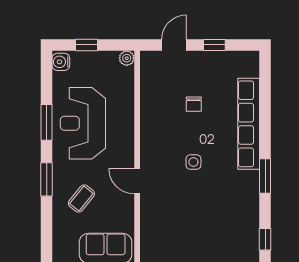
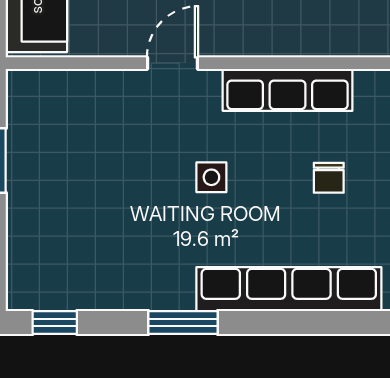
chair: (194, 104) -> (329, 178), turned -90
row of seats: (150, 124) -> (288, 90), added

